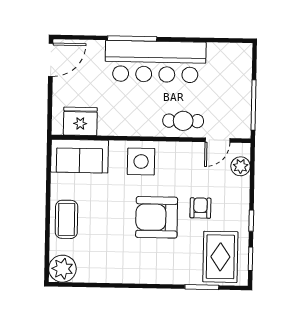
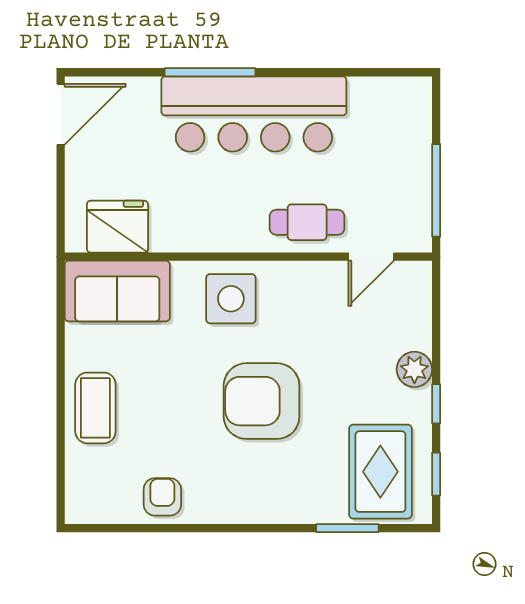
plant: (241, 166) -> (414, 369), moved
armchair: (200, 208) -> (162, 497), moved
plant: (62, 269) -> (90, 499), removed

